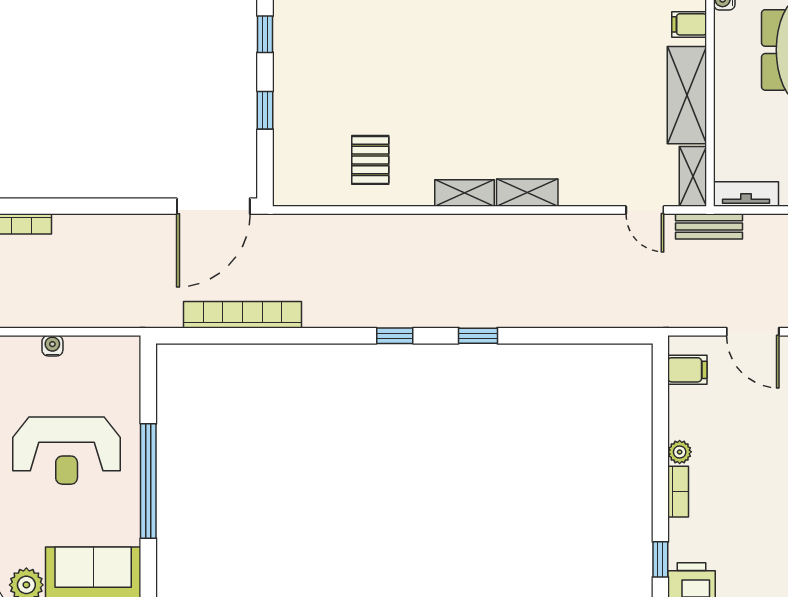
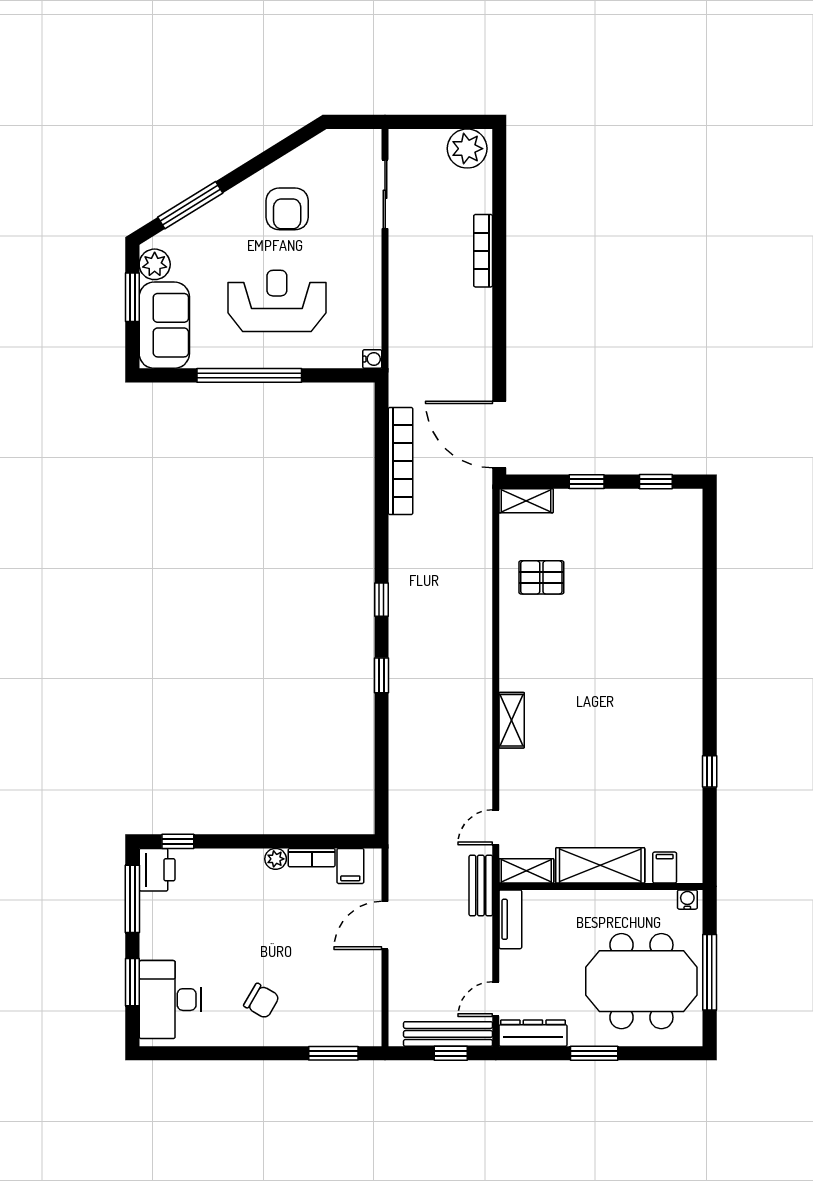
shelving: (464, 193) -> (526, 501), moved, turned 90
water cooler: (52, 346) -> (372, 359), moved
reception desk: (67, 451) -> (277, 301), turned 90
bookcase: (678, 492) -> (312, 858), moved

